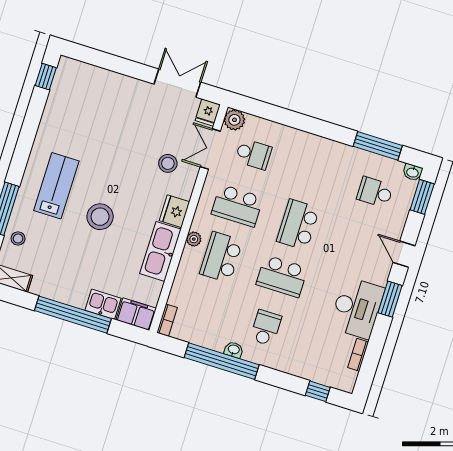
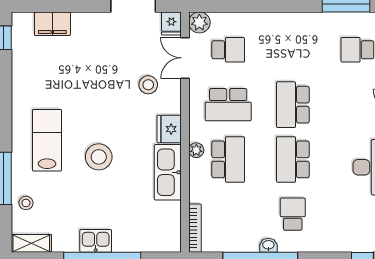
school desk: (221, 257) -> (228, 159), turned 180
school desk: (282, 276) -> (293, 159), turned 90
kitchen sink: (103, 304) -> (96, 241), moved
filing cabinet: (136, 314) -> (52, 24), moved, turned 180
bookcase: (167, 320) -> (195, 228), width x1.56

